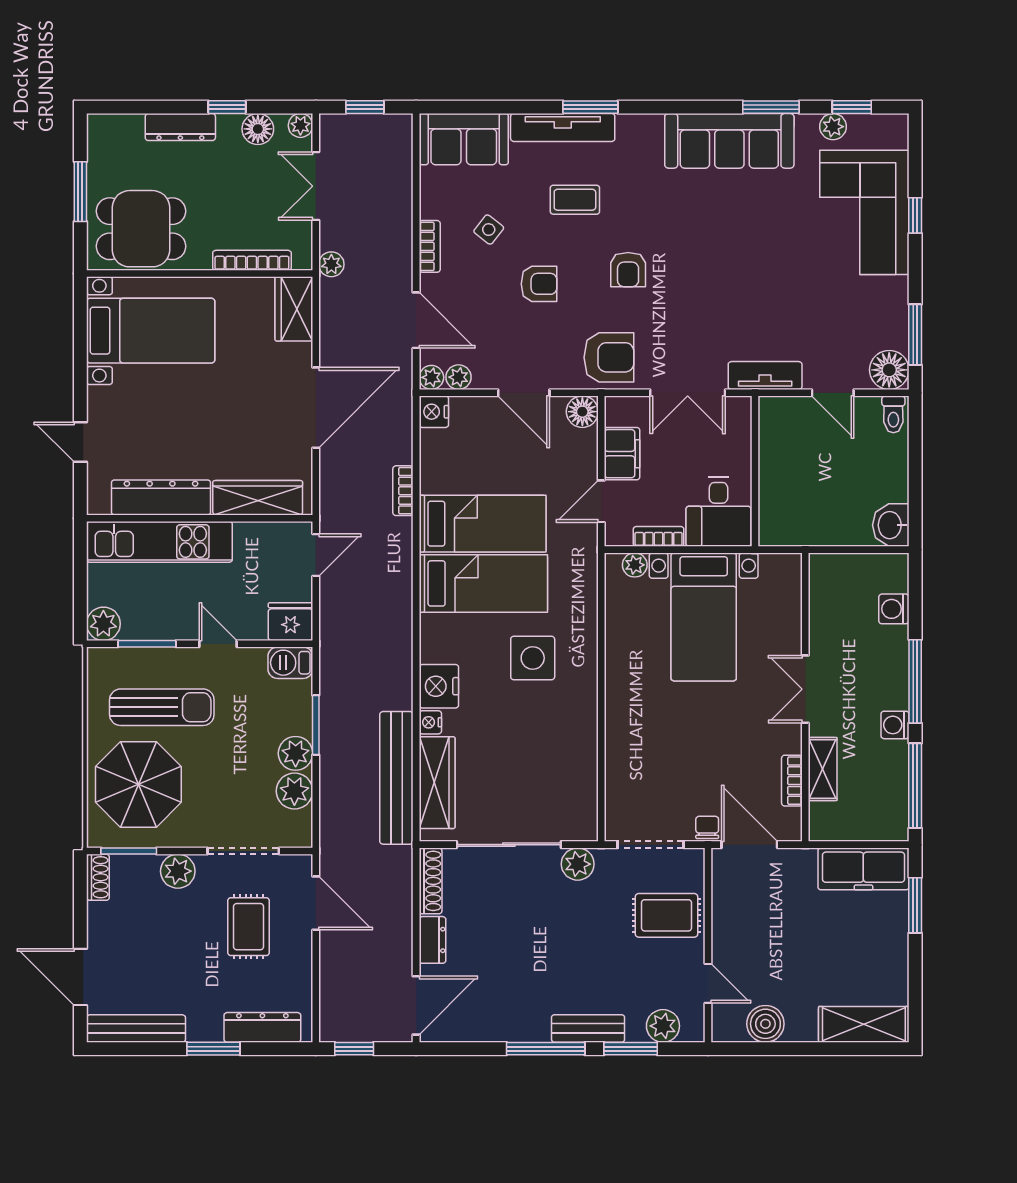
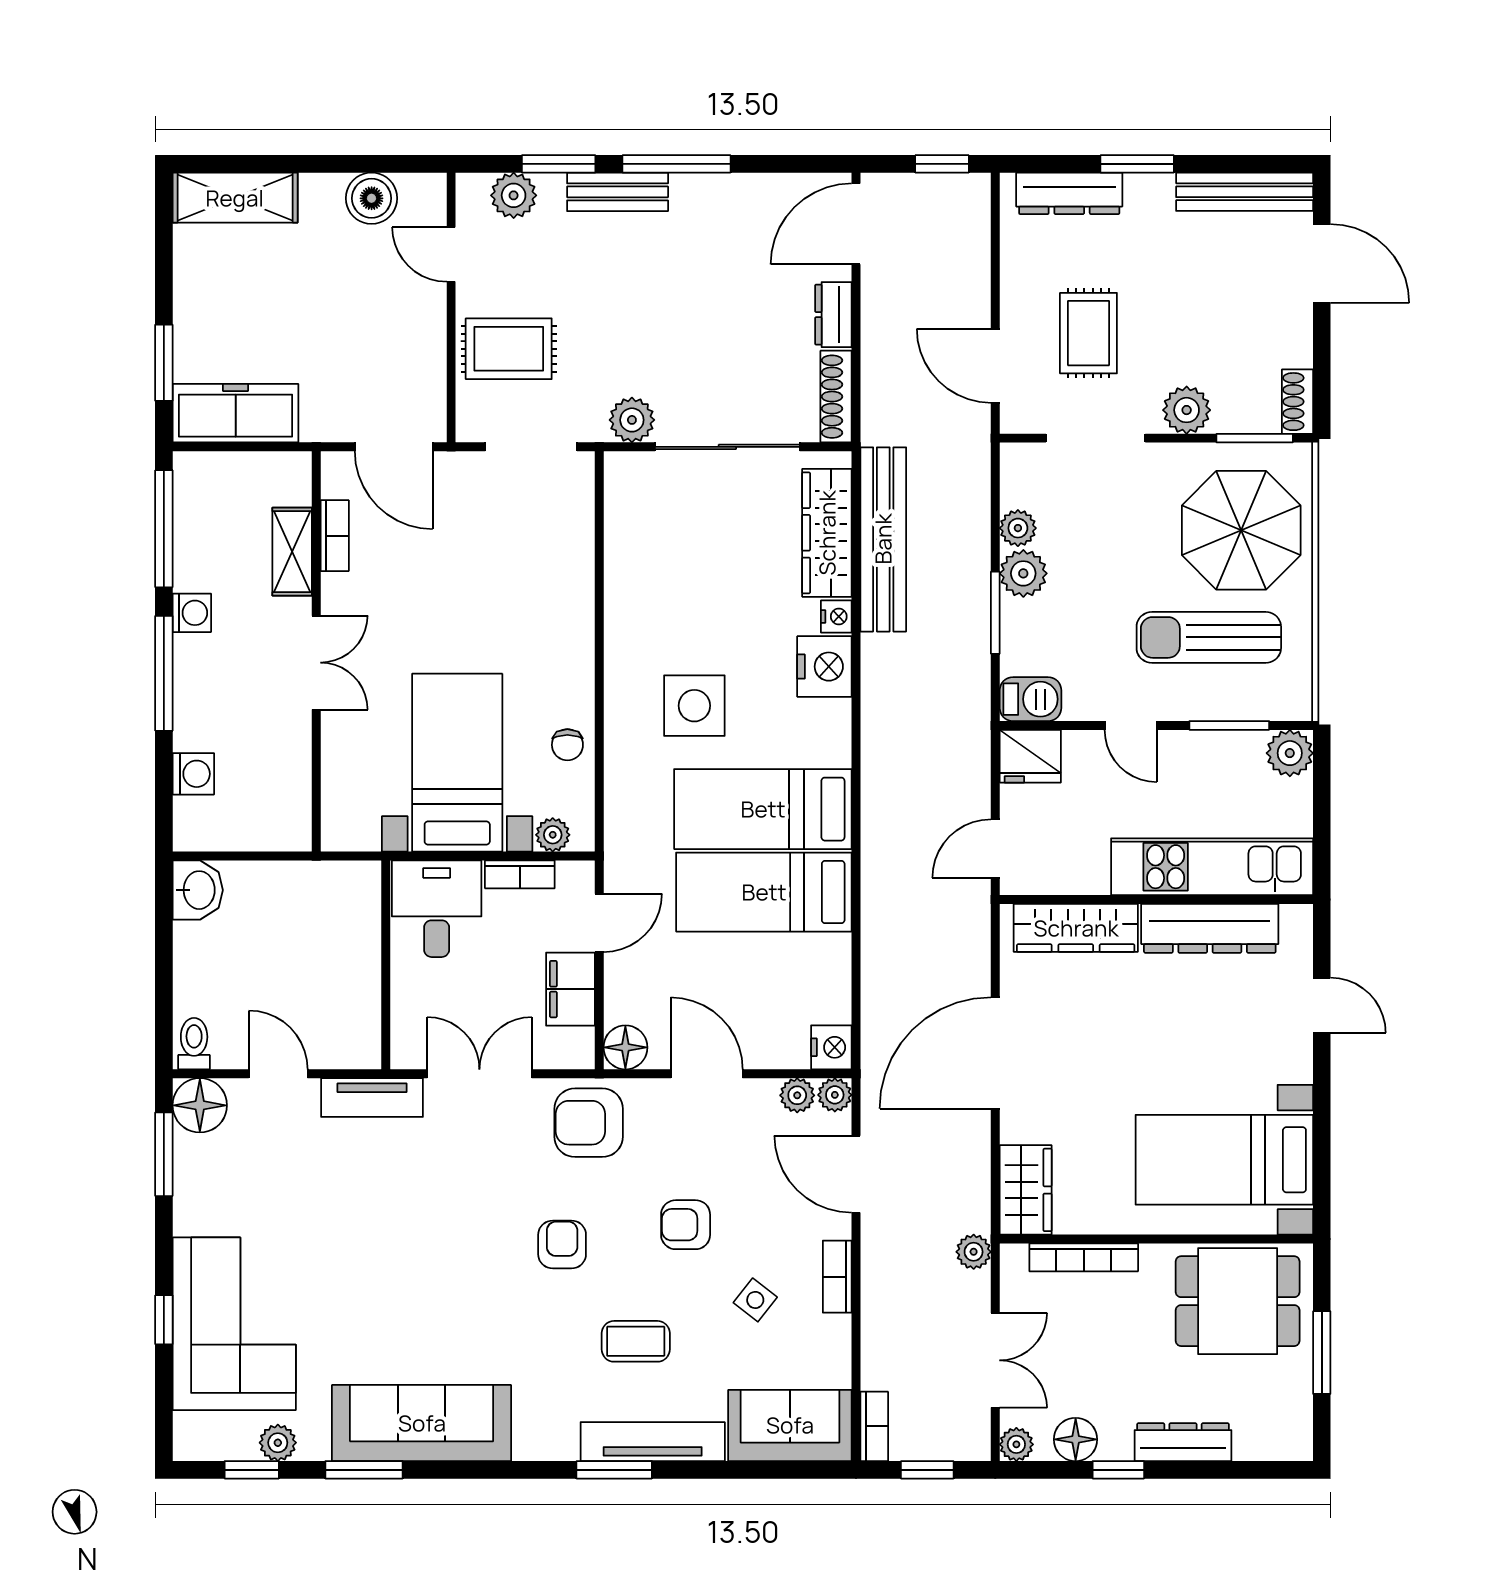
bookcase: (403, 491) -> (874, 1426), moved
plant: (294, 791) -> (1018, 528), width x0.73, depth x0.73
chair: (707, 827) -> (567, 745), moved

